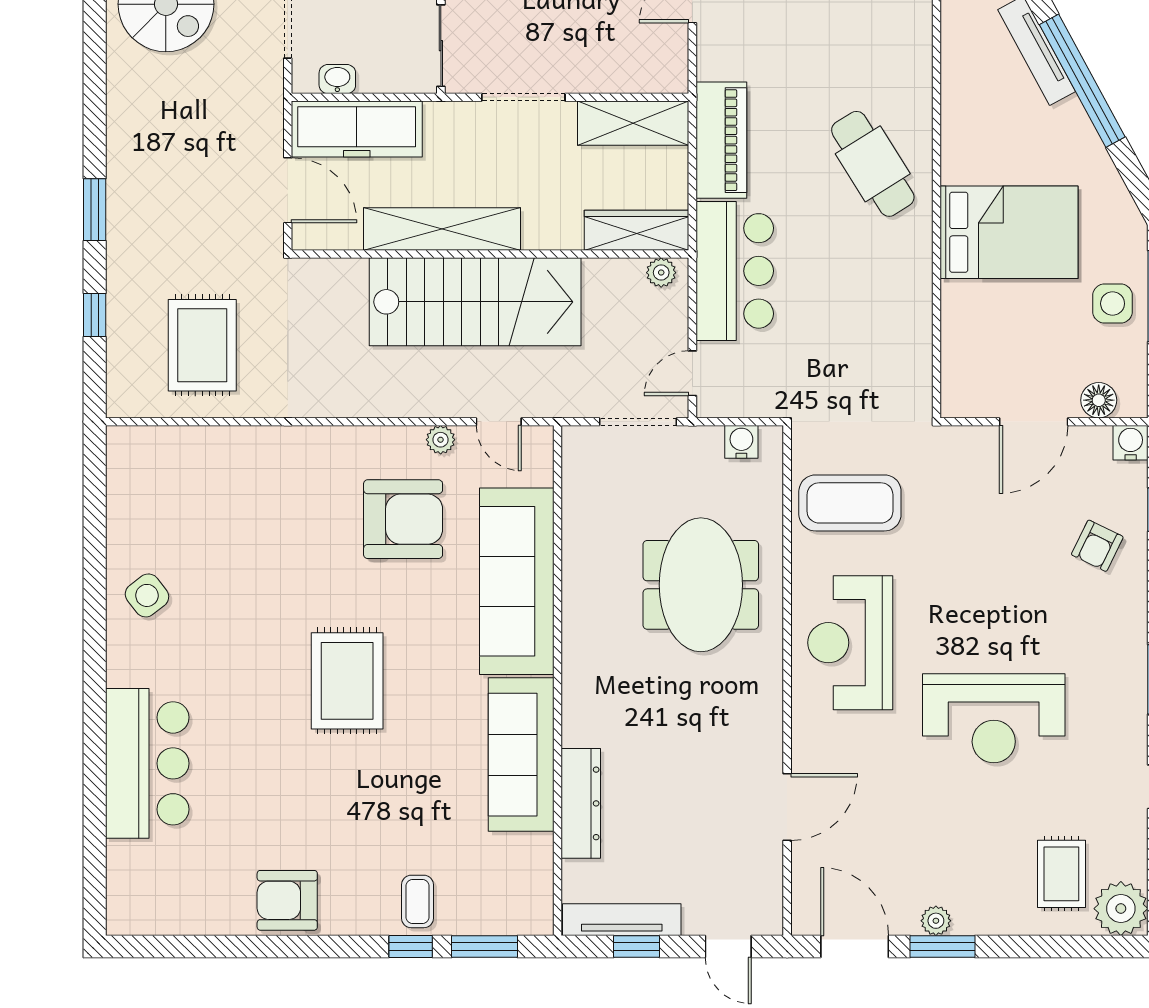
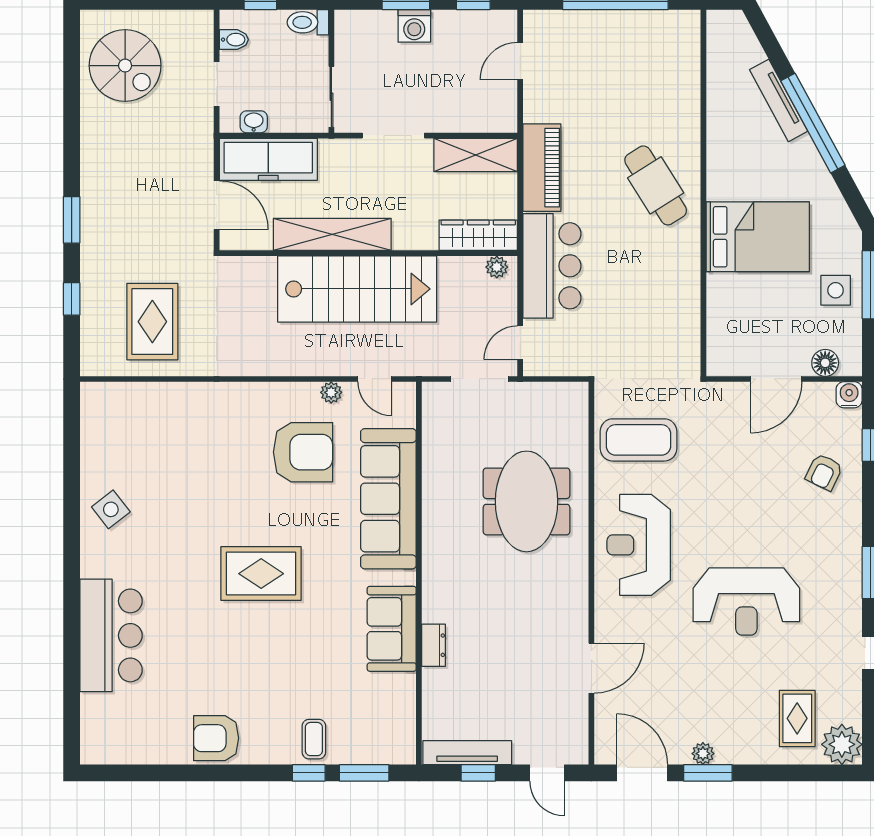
water cooler: (741, 442) -> (557, 394), removed
rug: (347, 681) -> (261, 574), turned 90
sofa: (521, 755) -> (392, 629), width x0.73
dresser: (581, 803) -> (434, 645), width x0.51, depth x0.80

